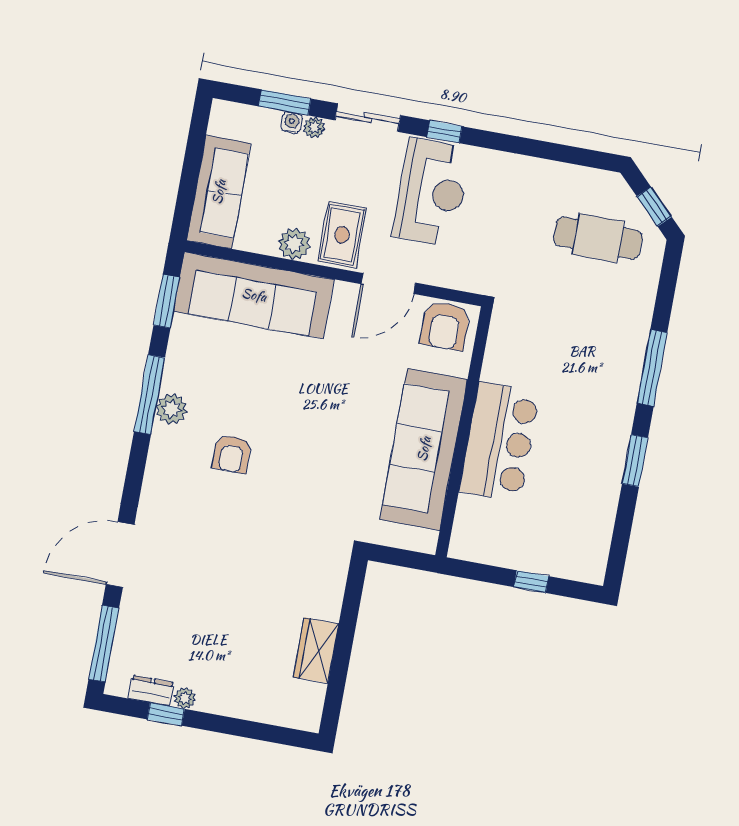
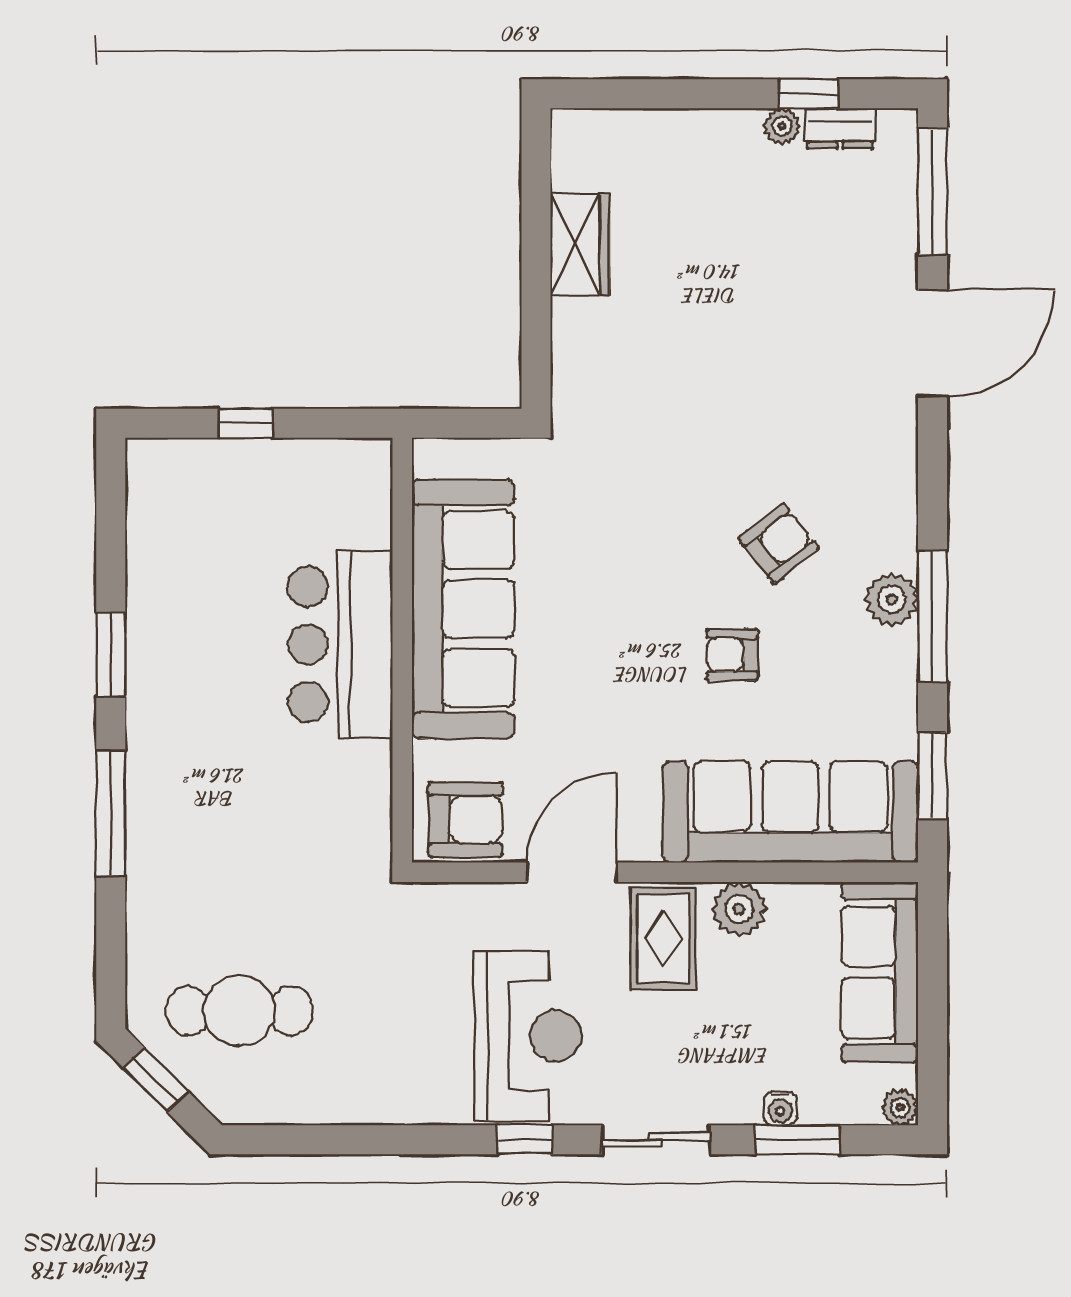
plant: (314, 127) -> (900, 1107), moved
reception desk: (432, 192) -> (528, 1036), turned 180
armchair: (445, 326) -> (465, 820), turned 90
armchair: (271, 394) -> (732, 655), added
armchair: (232, 454) -> (779, 543), turned 52

